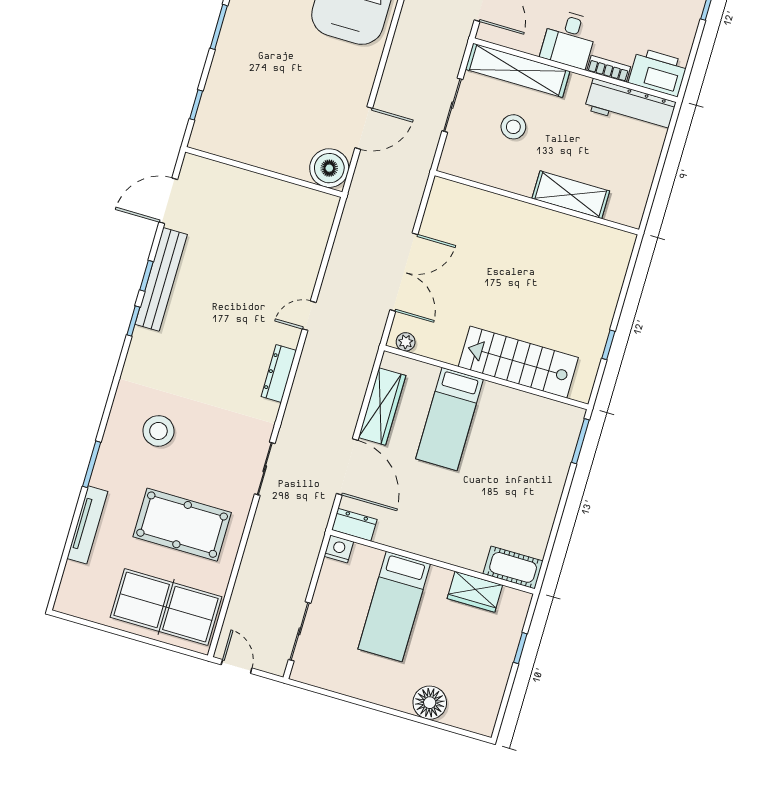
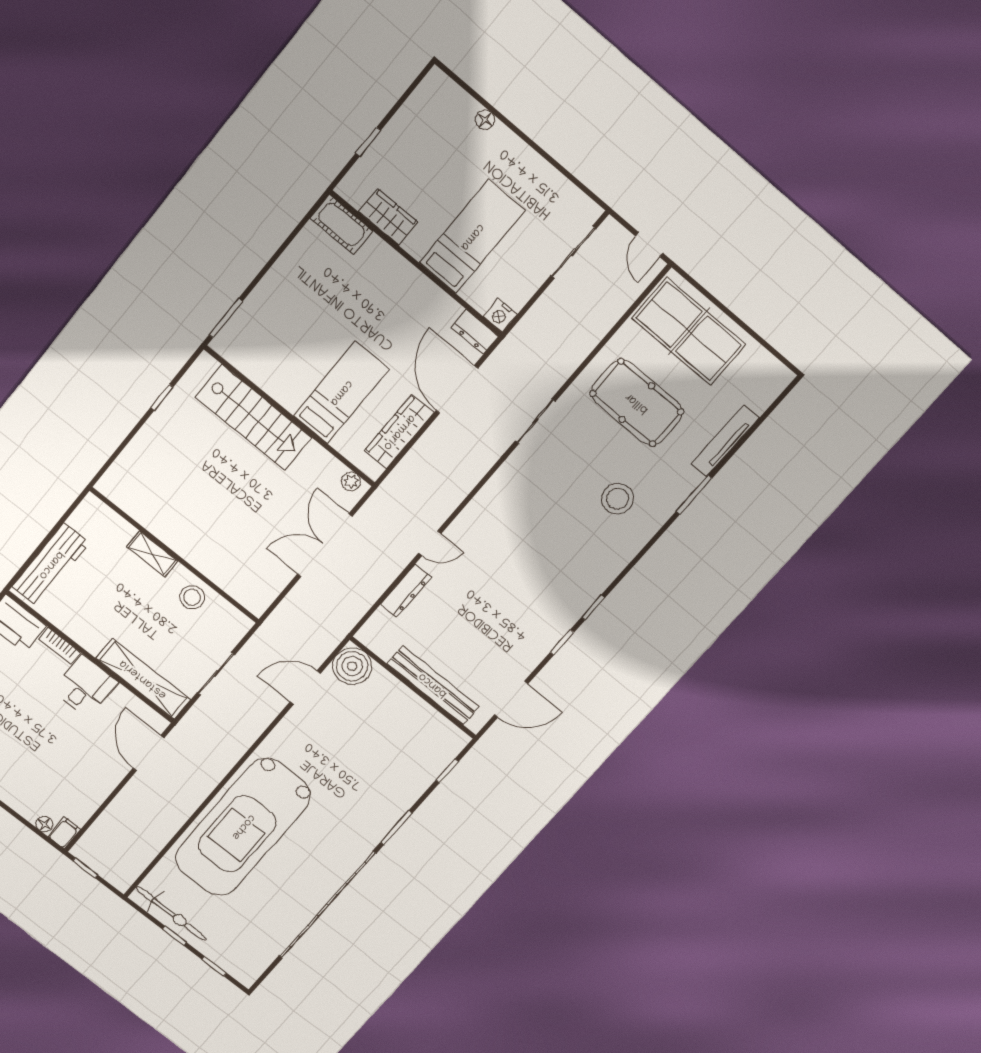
workbench: (630, 106) -> (51, 565), moved, turned 90
stool: (513, 127) -> (192, 597), moved
shelving: (571, 195) -> (152, 554), width x0.67, depth x0.75
bench: (161, 279) -> (433, 685), moved, turned 90
dresser: (279, 373) -> (406, 591), moved
floor lamp: (430, 703) -> (485, 120), width x0.53, depth x0.53

